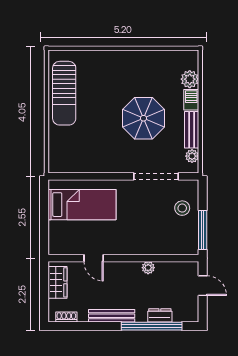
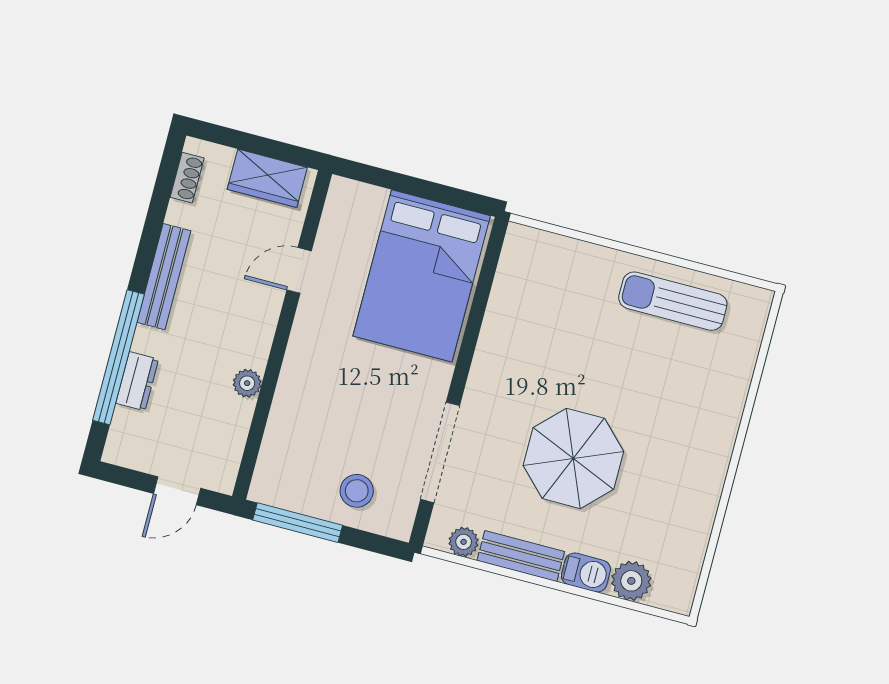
sun lounger: (64, 93) -> (673, 301), width x0.73, depth x0.75
bed: (82, 205) -> (422, 276), width x1.50

